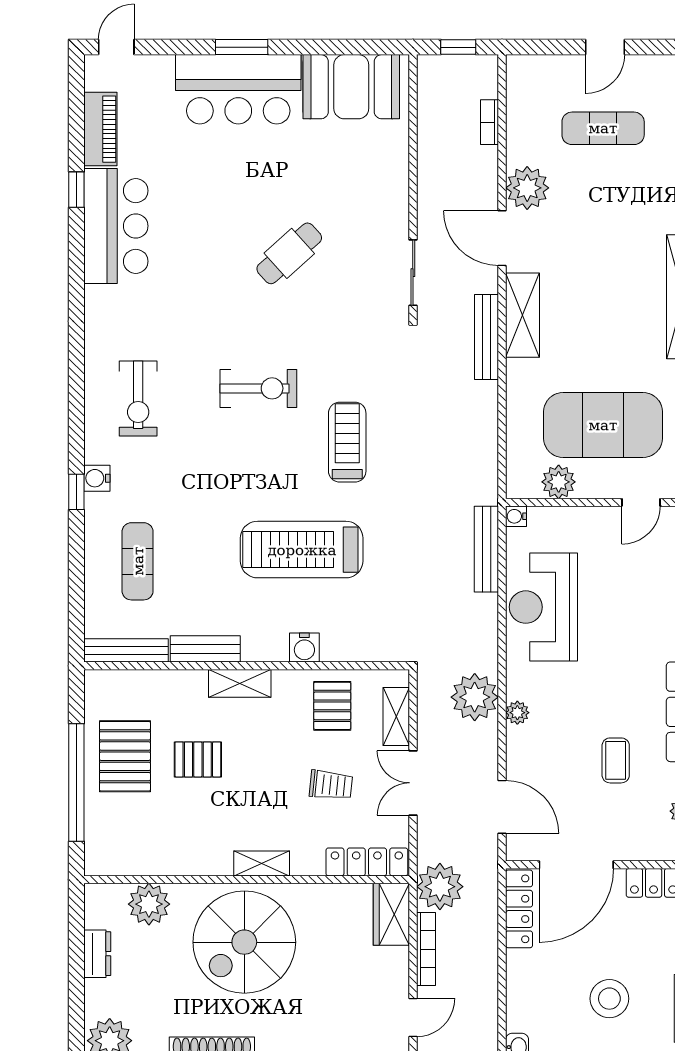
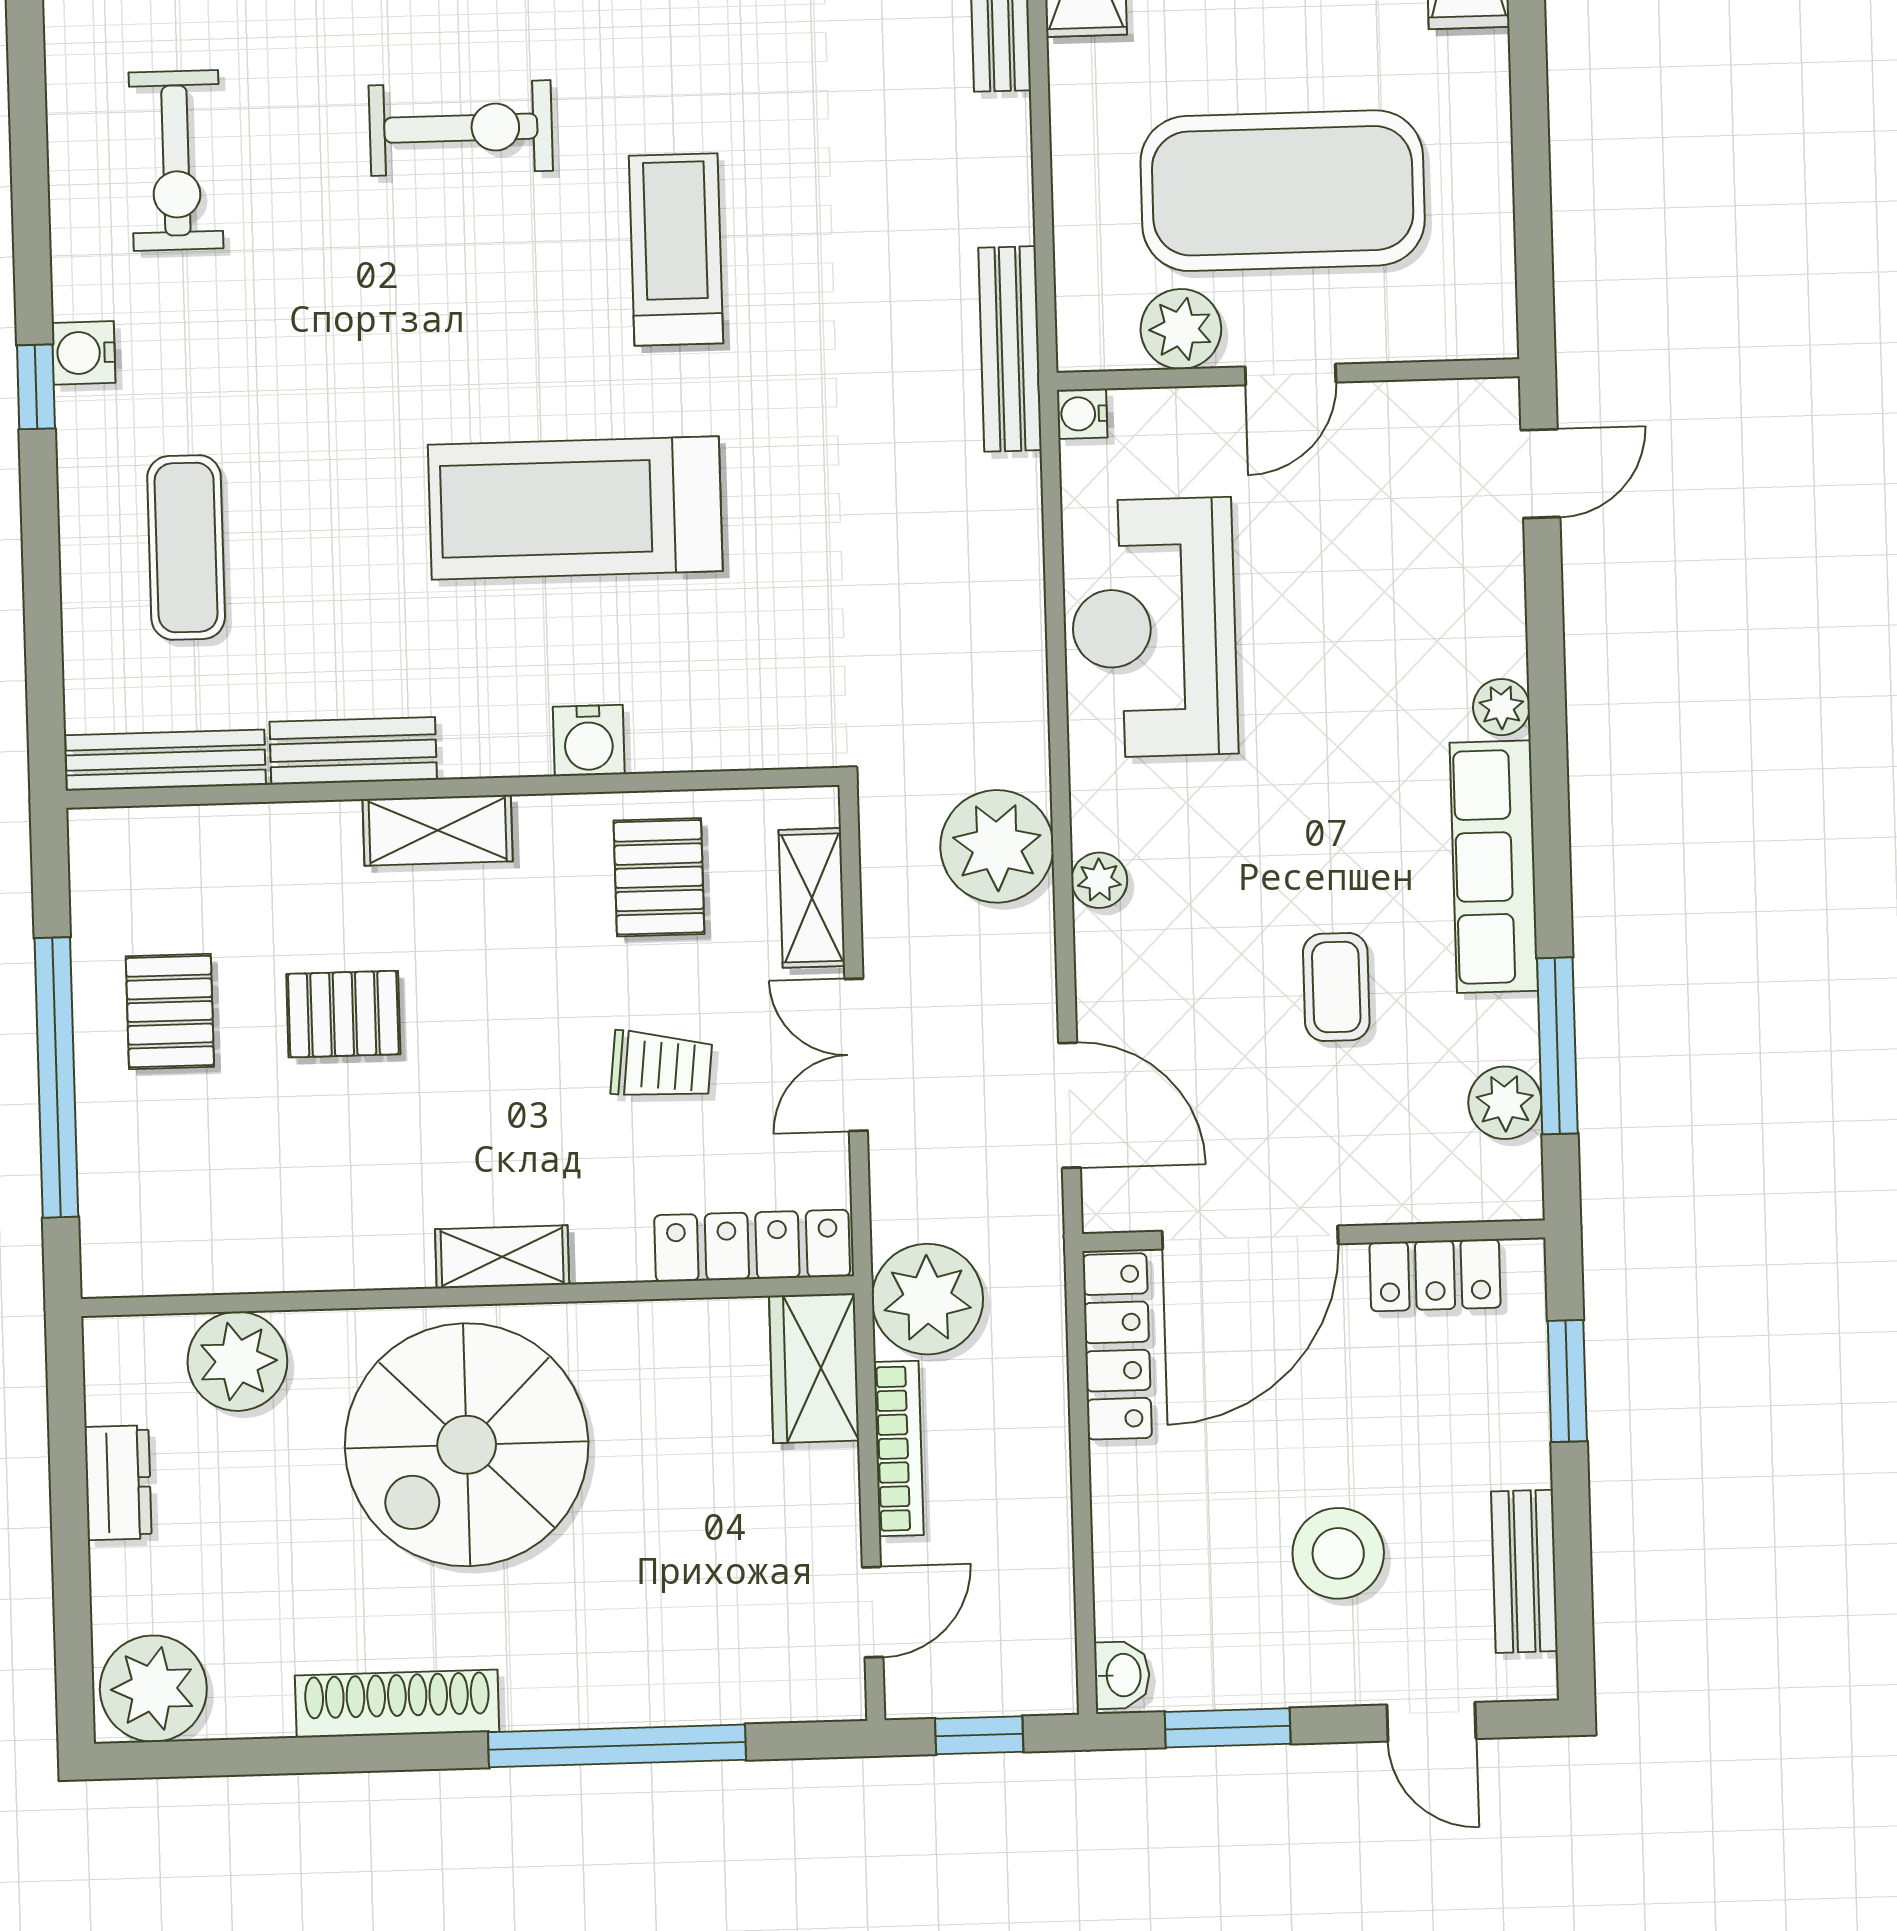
door: (641, 502) -> (1291, 375), moved
bench: (486, 549) -> (1010, 349), moved
pallet: (125, 756) -> (170, 1012), width x0.67, depth x0.71

